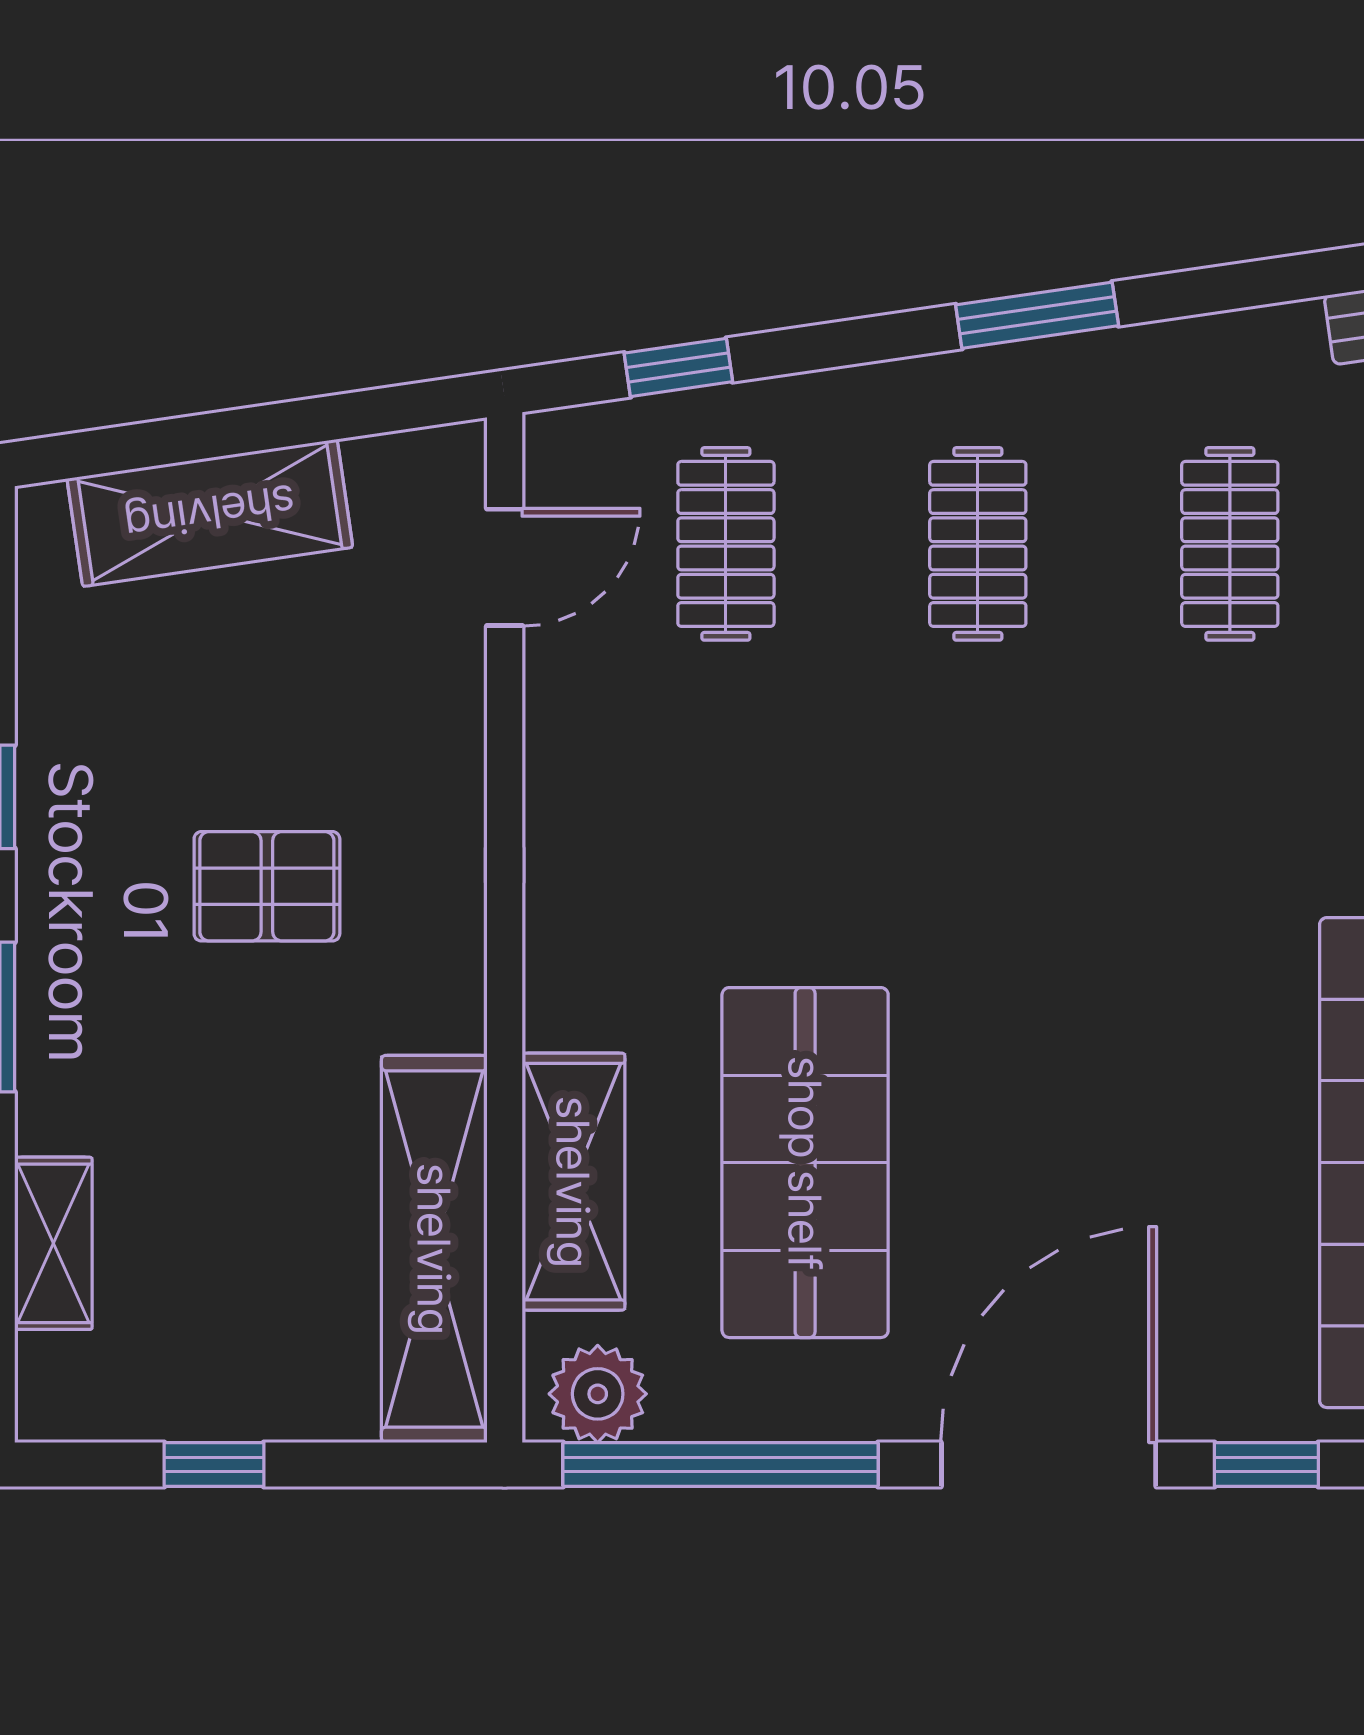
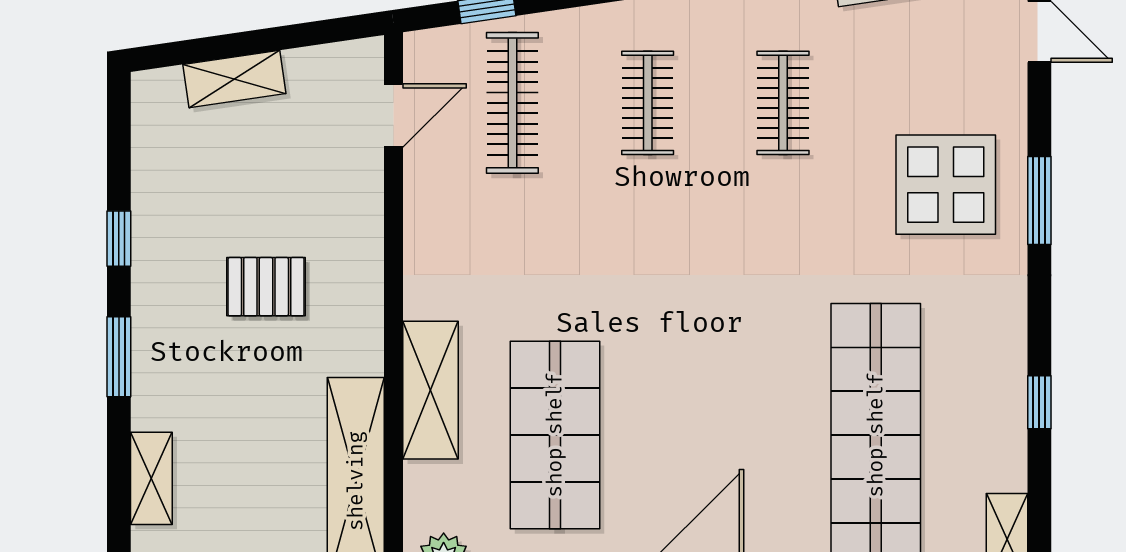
shelving: (210, 513) -> (234, 79), width x0.67, depth x0.75
clothes rail: (726, 544) -> (512, 103), width x1.36
shelving: (573, 1182) -> (431, 390), moved

